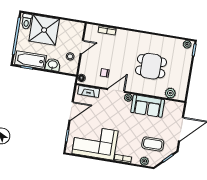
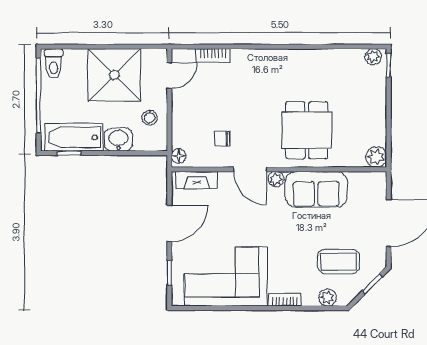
shower: (44, 30) -> (114, 75), moved
door: (82, 47) -> (169, 75), moved
dining table: (151, 66) -> (307, 130), moved, turned 90
door: (116, 91) -> (250, 169), swing flipped
plant: (170, 93) -> (376, 157), moved

